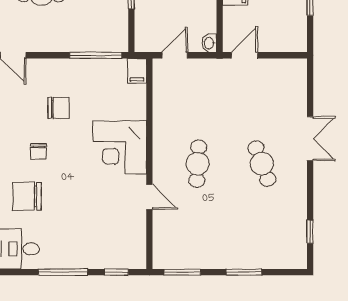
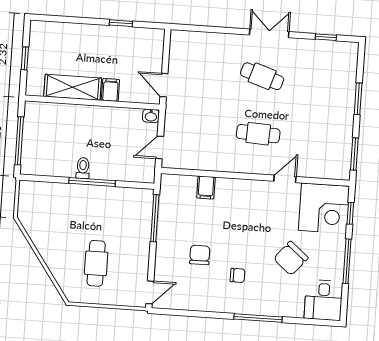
door: (175, 55) -> (160, 148), hinge flipped
filing cabinet: (137, 71) -> (206, 188), moved, turned 90
double door: (310, 139) -> (269, 33), moved
corner desk: (120, 147) -> (324, 208), moved
cafe table: (262, 164) -> (262, 76), turned 39
chair: (27, 196) -> (291, 258), moved, turned 40

